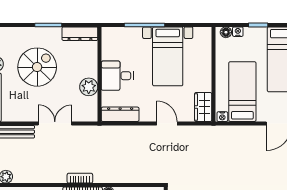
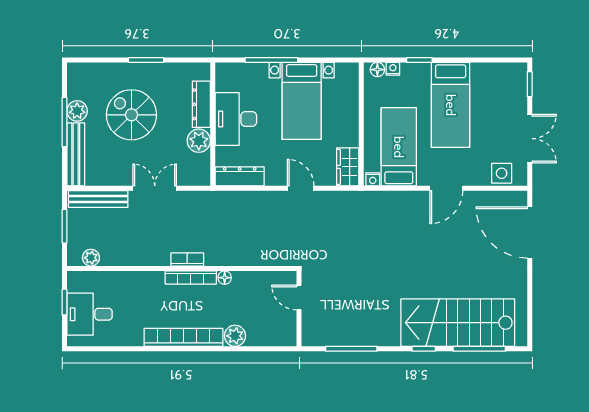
dresser: (80, 34) -> (201, 104), moved, turned 90
spiral stairs: (37, 67) -> (131, 115), turned -90
desk: (117, 76) -> (236, 119), width x1.37

